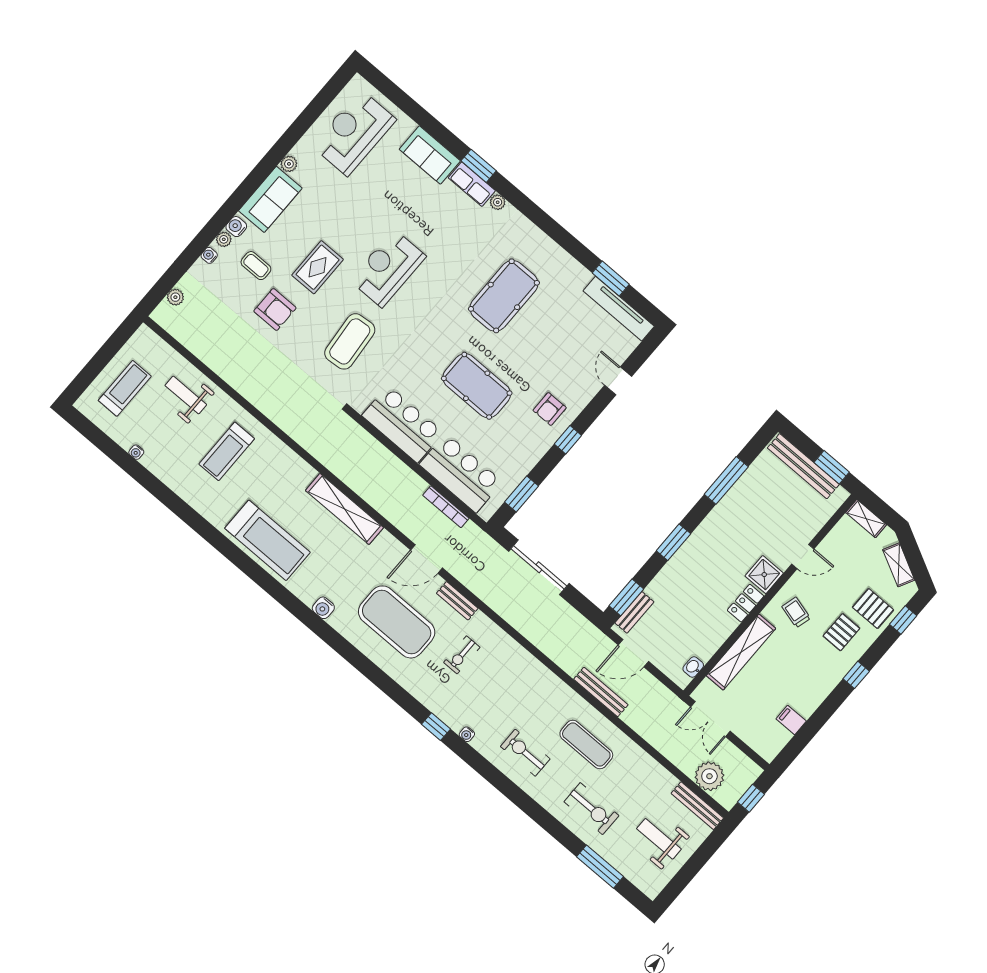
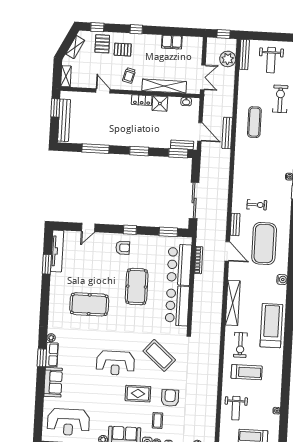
coffee table: (350, 341) -> (159, 355), turned 46
shower: (764, 575) -> (160, 104), moved
filing cabinet: (791, 720) -> (172, 42), width x2.00
exercise bike: (525, 753) -> (240, 345), moved

